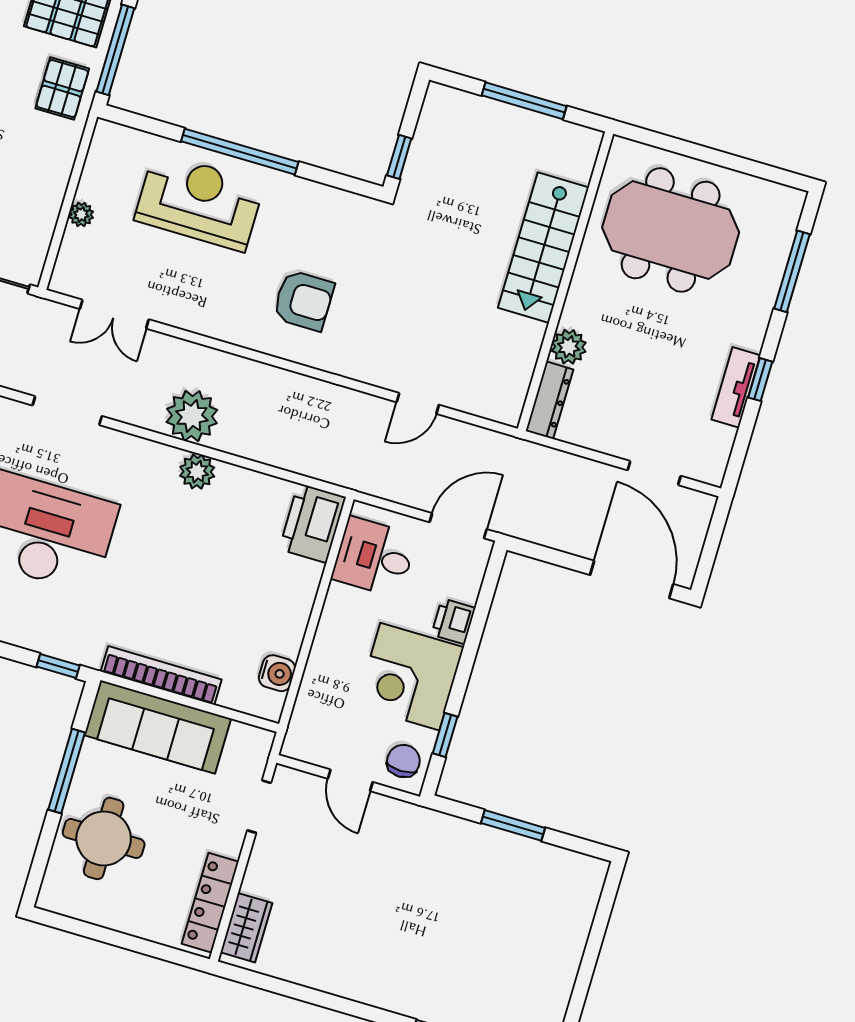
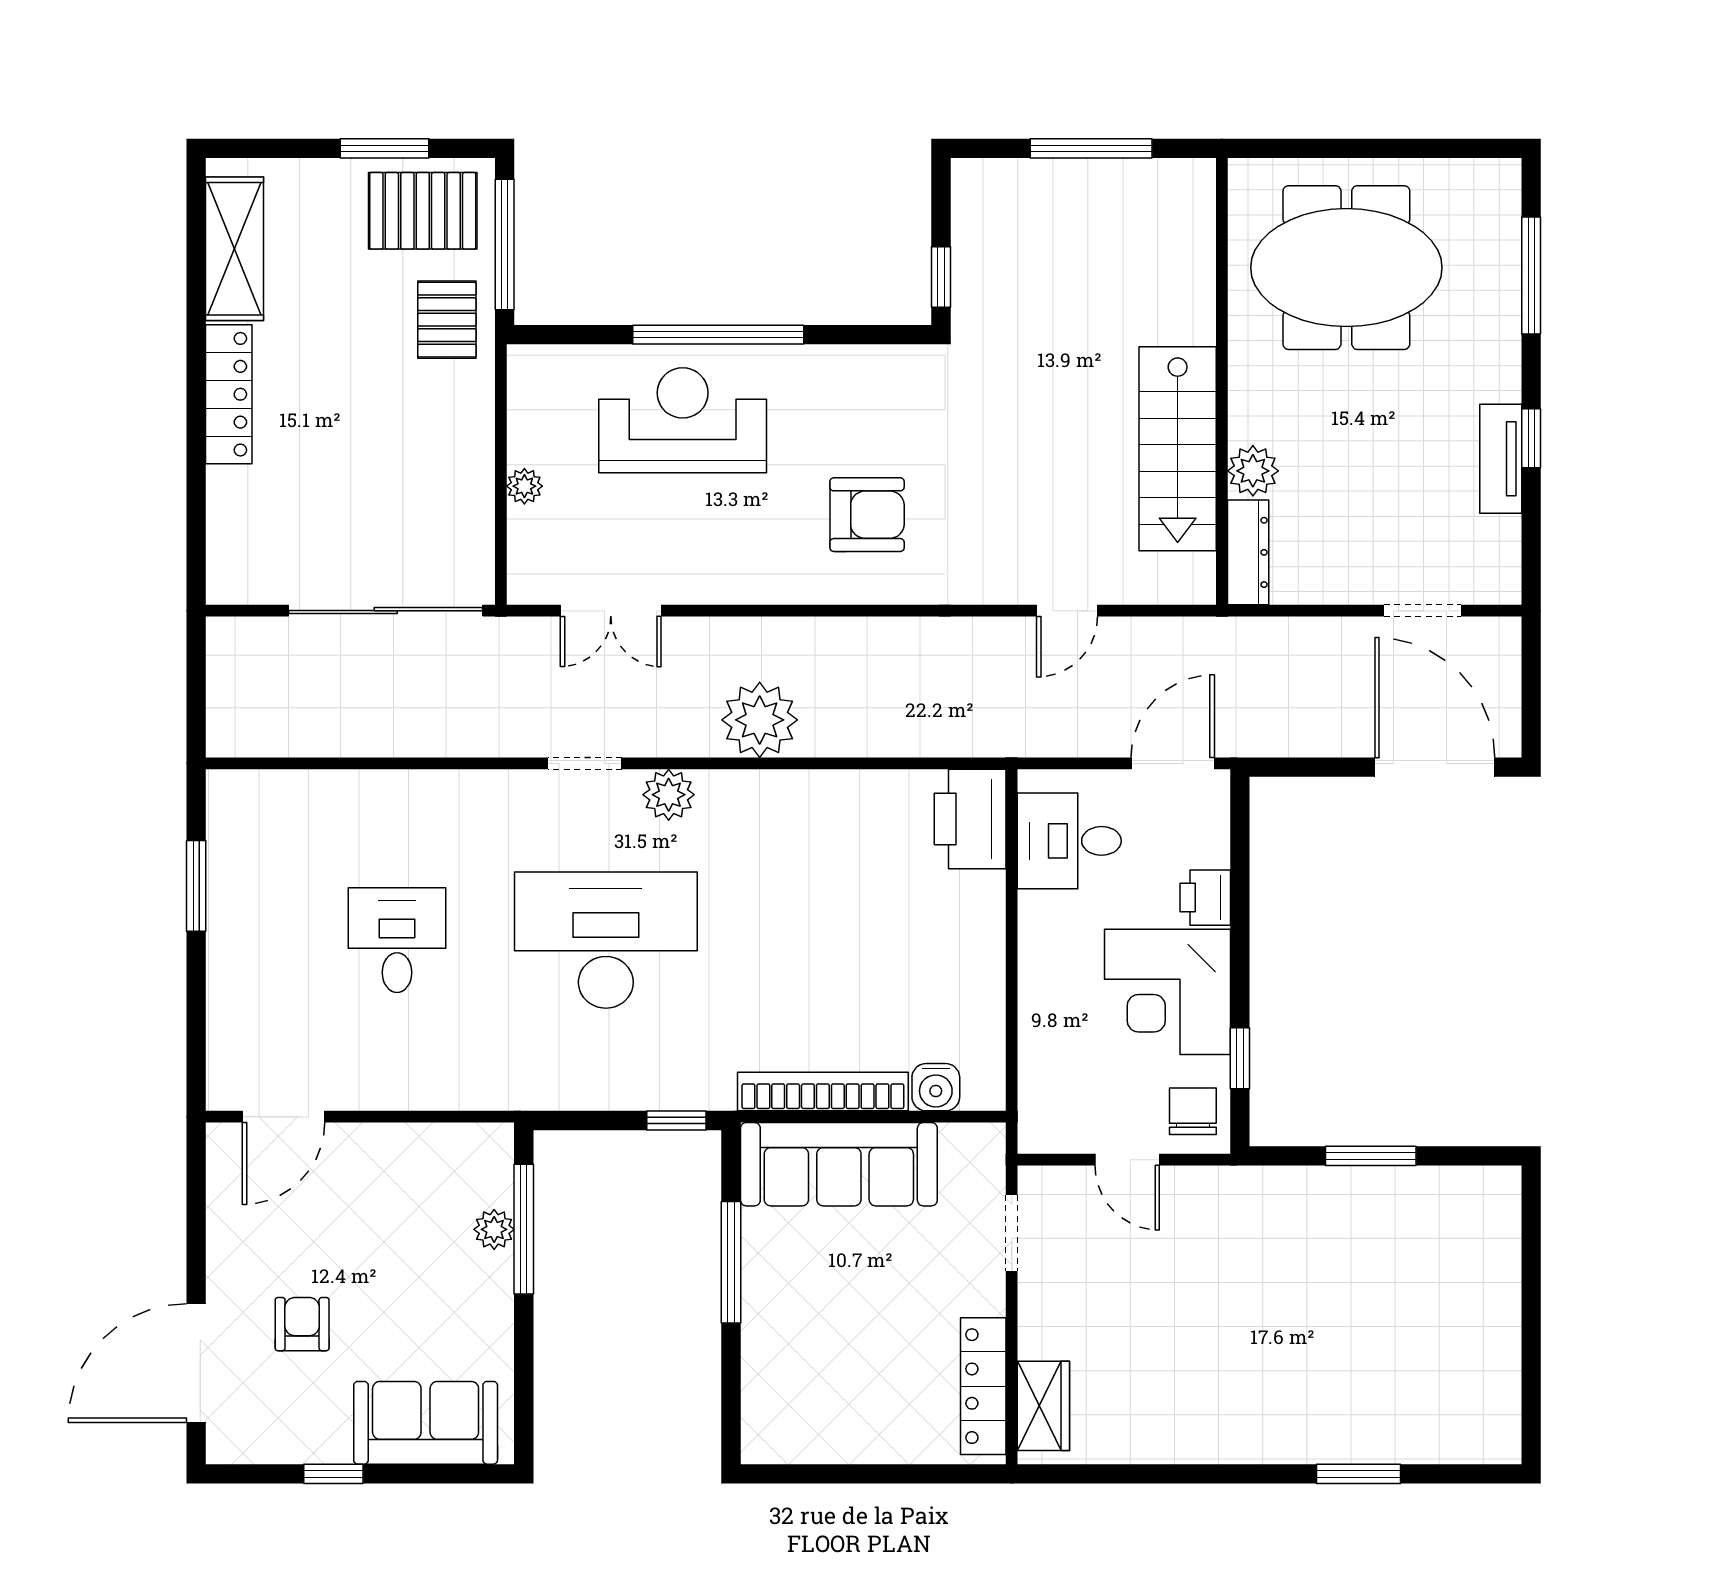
stairs: (543, 248) -> (1178, 449), moved
doorway: (67, 411) -> (585, 763), width x0.73
plant: (197, 472) -> (669, 795), moved
water cooler: (277, 673) -> (936, 1087), moved, turned 90
round table: (104, 838) -> (810, 1341), removed

